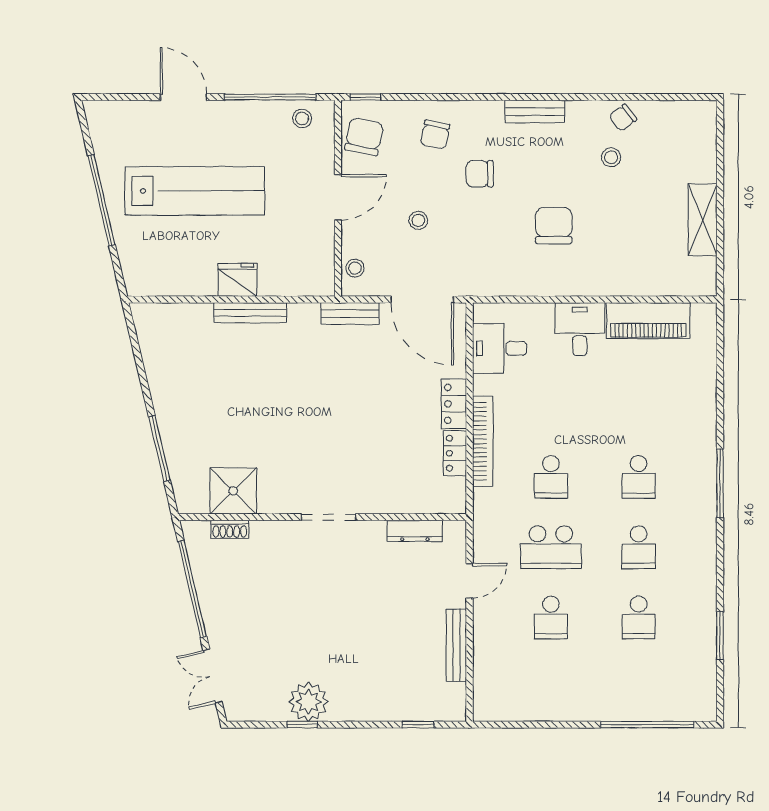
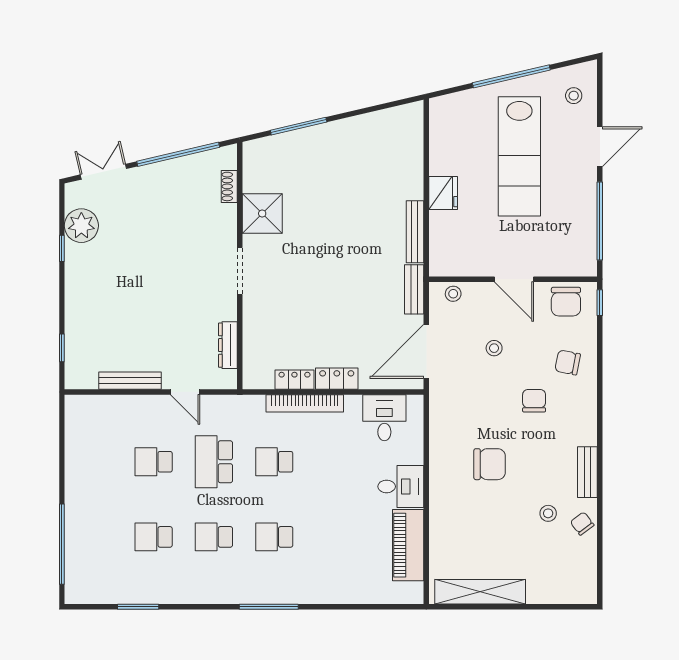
bench: (535, 111) -> (587, 472), moved
stool: (302, 118) -> (574, 96), moved
chair: (364, 137) -> (566, 302), turned 78
shelving: (703, 220) -> (480, 592), width x1.47
bench: (250, 313) -> (415, 232), moved
shower: (233, 491) -> (262, 213), moved
plant: (308, 702) -> (81, 226), moved

